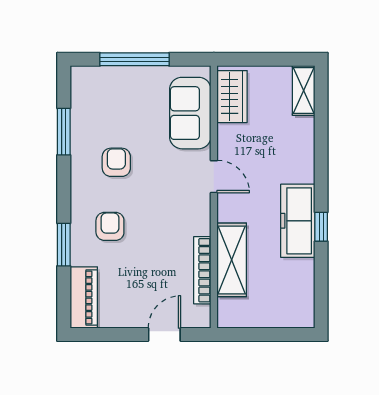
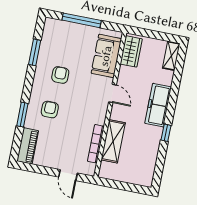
freezer: (298, 221) -> (158, 105), moved
door: (164, 334) -> (68, 175), swing flipped

